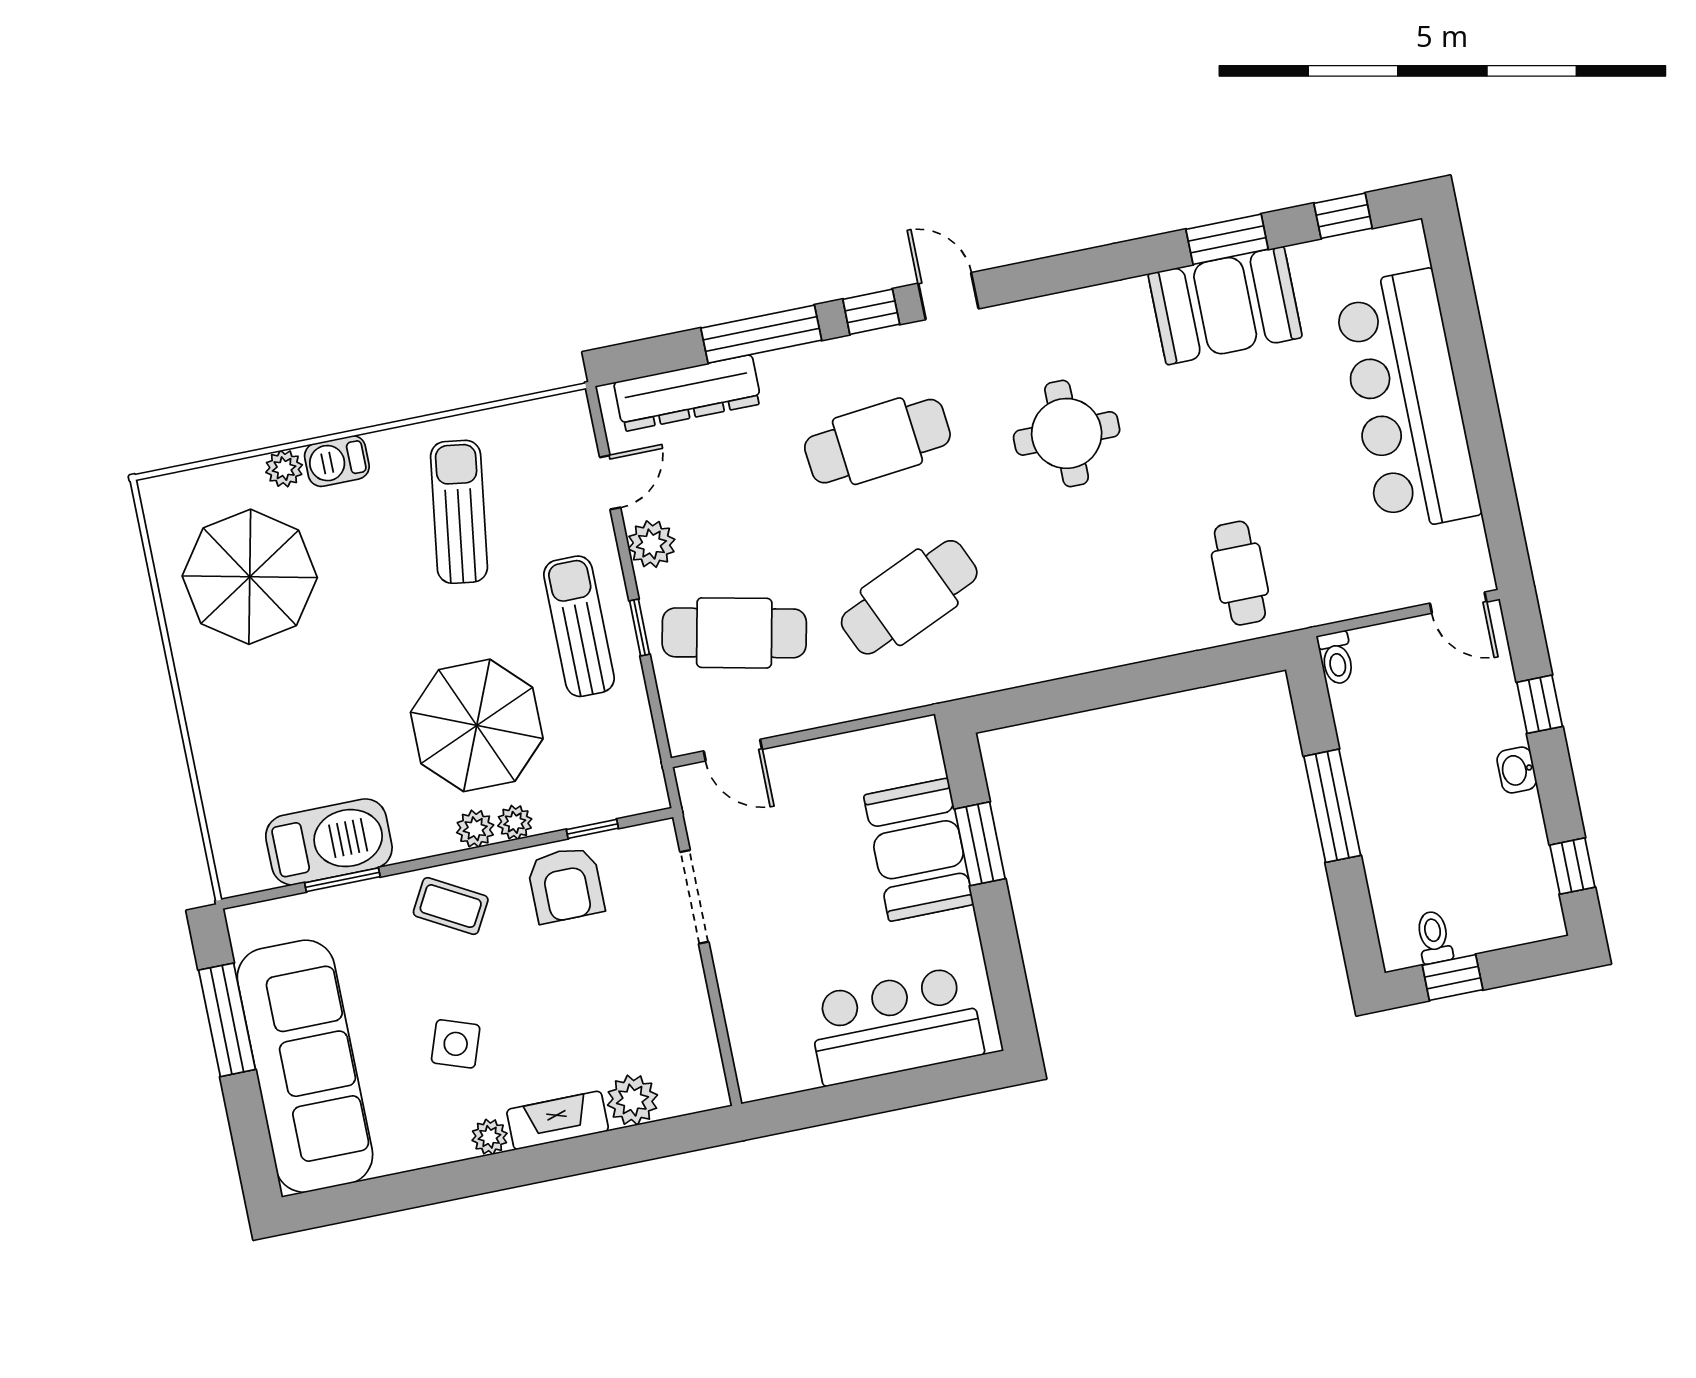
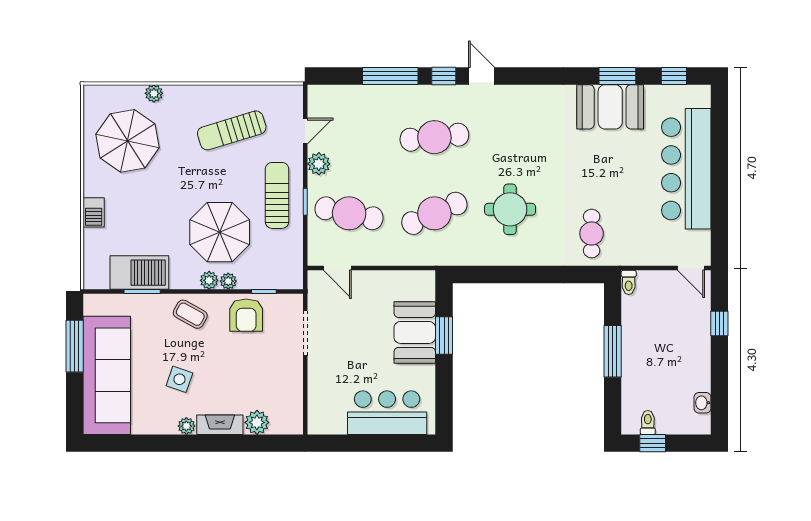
dresser: (688, 393) -> (350, 97), removed
round table: (1067, 433) -> (510, 209), moved
barbecue: (337, 461) -> (94, 212), moved, turned -90
sun lounger: (459, 512) -> (232, 130), turned -115
washbasin: (1517, 770) -> (702, 403), moved
window: (1572, 866) -> (719, 402), removed

